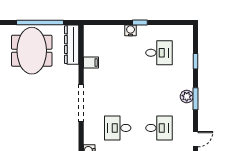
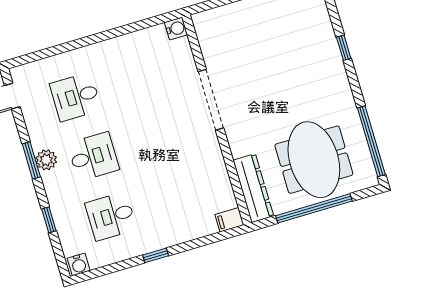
water cooler: (131, 30) -> (79, 264), moved
filing cabinet: (91, 62) -> (229, 220), moved
desk: (118, 128) -> (93, 157), moved

